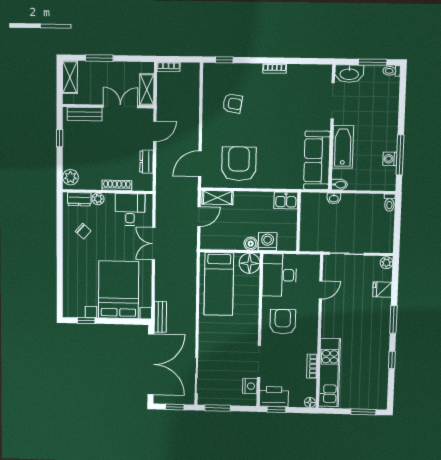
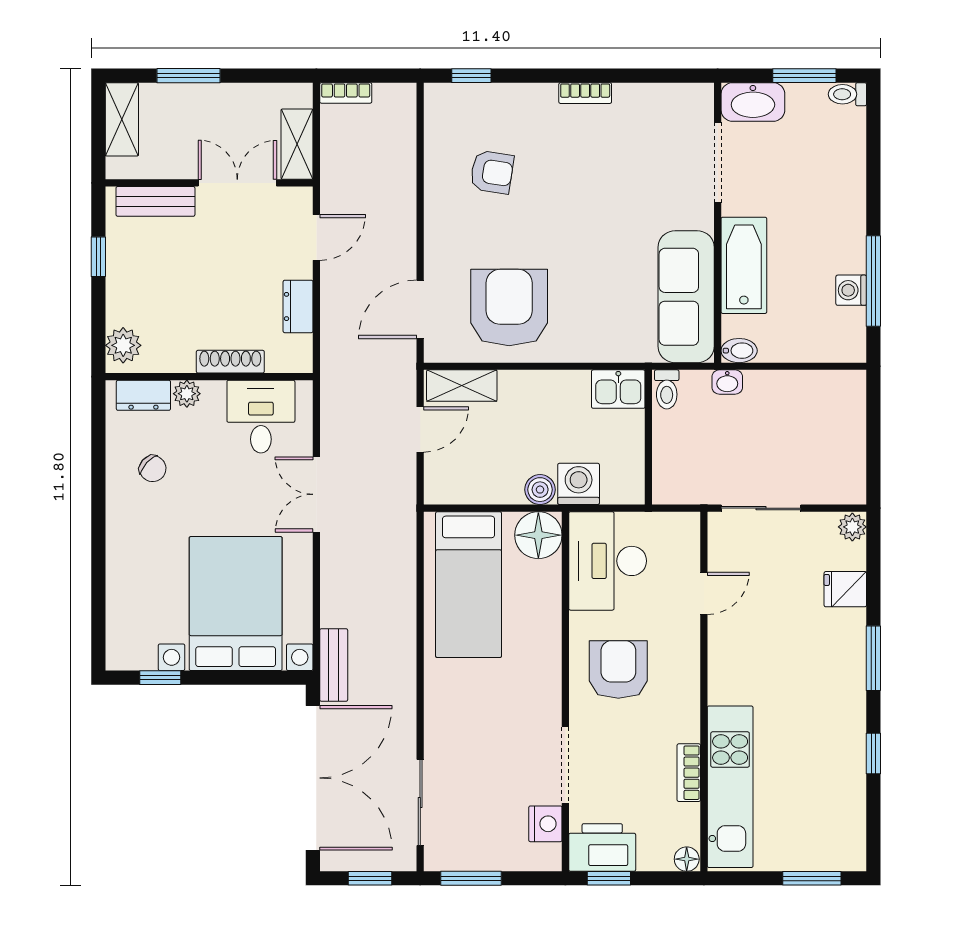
toilet: (389, 203) -> (667, 389), moved

